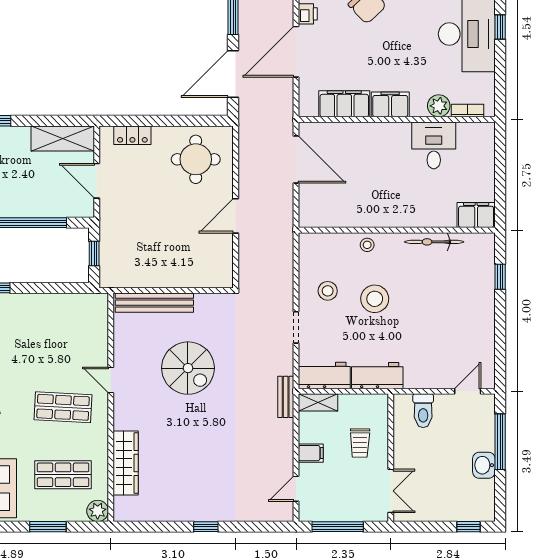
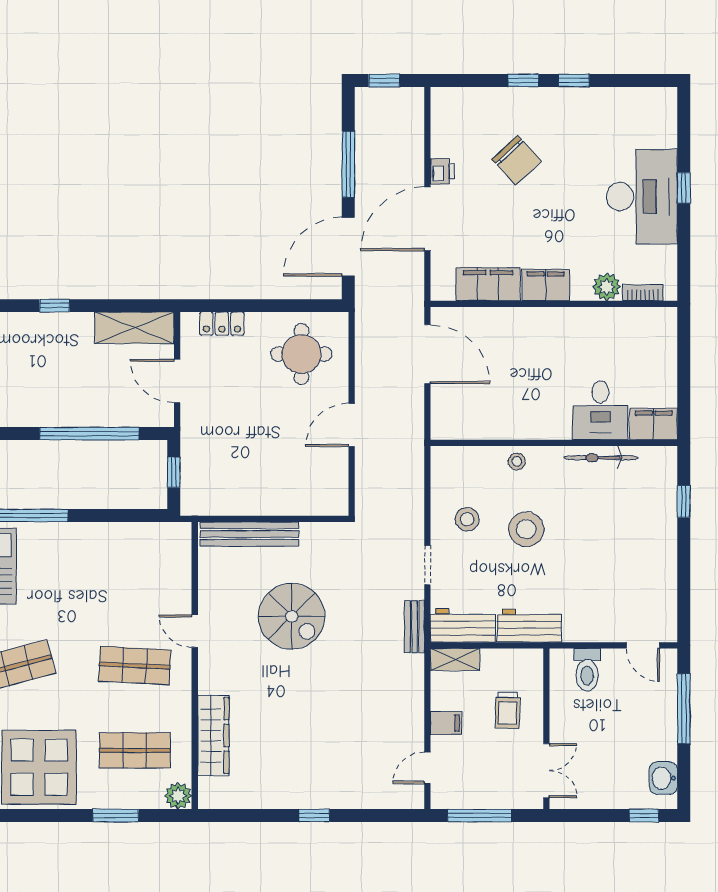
desk: (434, 145) -> (600, 410), moved, turned 180
door: (468, 391) -> (643, 645), swing flipped
bench: (286, 397) -> (414, 627), moved
washbasin: (484, 465) -> (663, 778), moved

